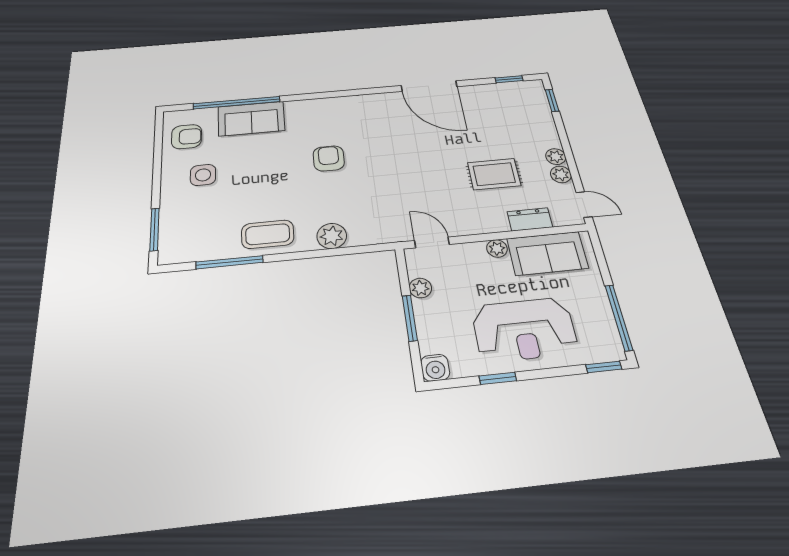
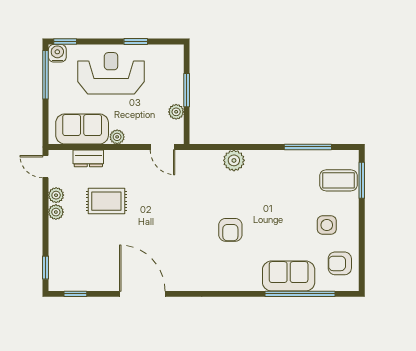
coffee table: (268, 234) -> (338, 180), moved
water cooler: (435, 368) -> (57, 53), moved

